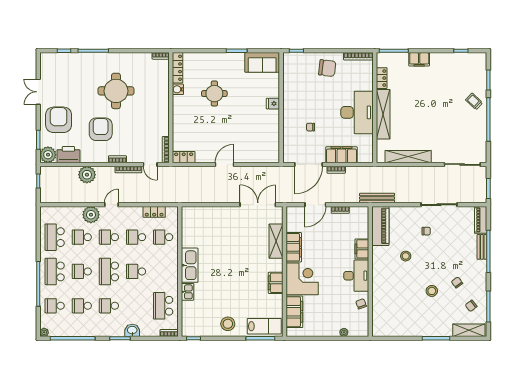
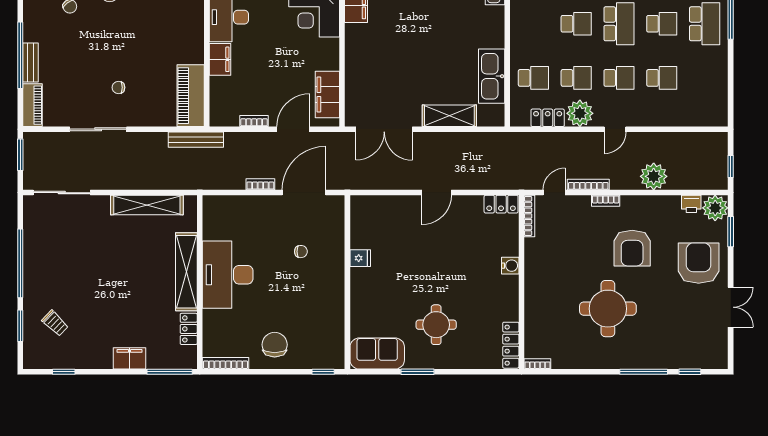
chair: (327, 68) -> (275, 345), turned 83
water cooler: (178, 89) -> (510, 266), moved
round table: (214, 94) -> (436, 325), moved
trolley: (474, 101) -> (55, 323), moved
fridge: (273, 104) -> (360, 258), moved
armchair: (59, 120) -> (699, 263), turned 180
printer: (68, 155) -> (691, 204), width x0.53, depth x0.68
filing cabinet: (342, 155) -> (252, 208), removed
door: (150, 164) -> (554, 193), hinge flipped
plant: (91, 215) -> (580, 113), moved
school desk: (55, 237) -> (705, 78), removed
shelving: (276, 241) -> (449, 116), moved, turned 90
filing cabinet: (294, 247) -> (327, 94), moved
stool: (406, 256) -> (151, 48), removed
kitchen sink: (190, 265) -> (492, 76), moved

